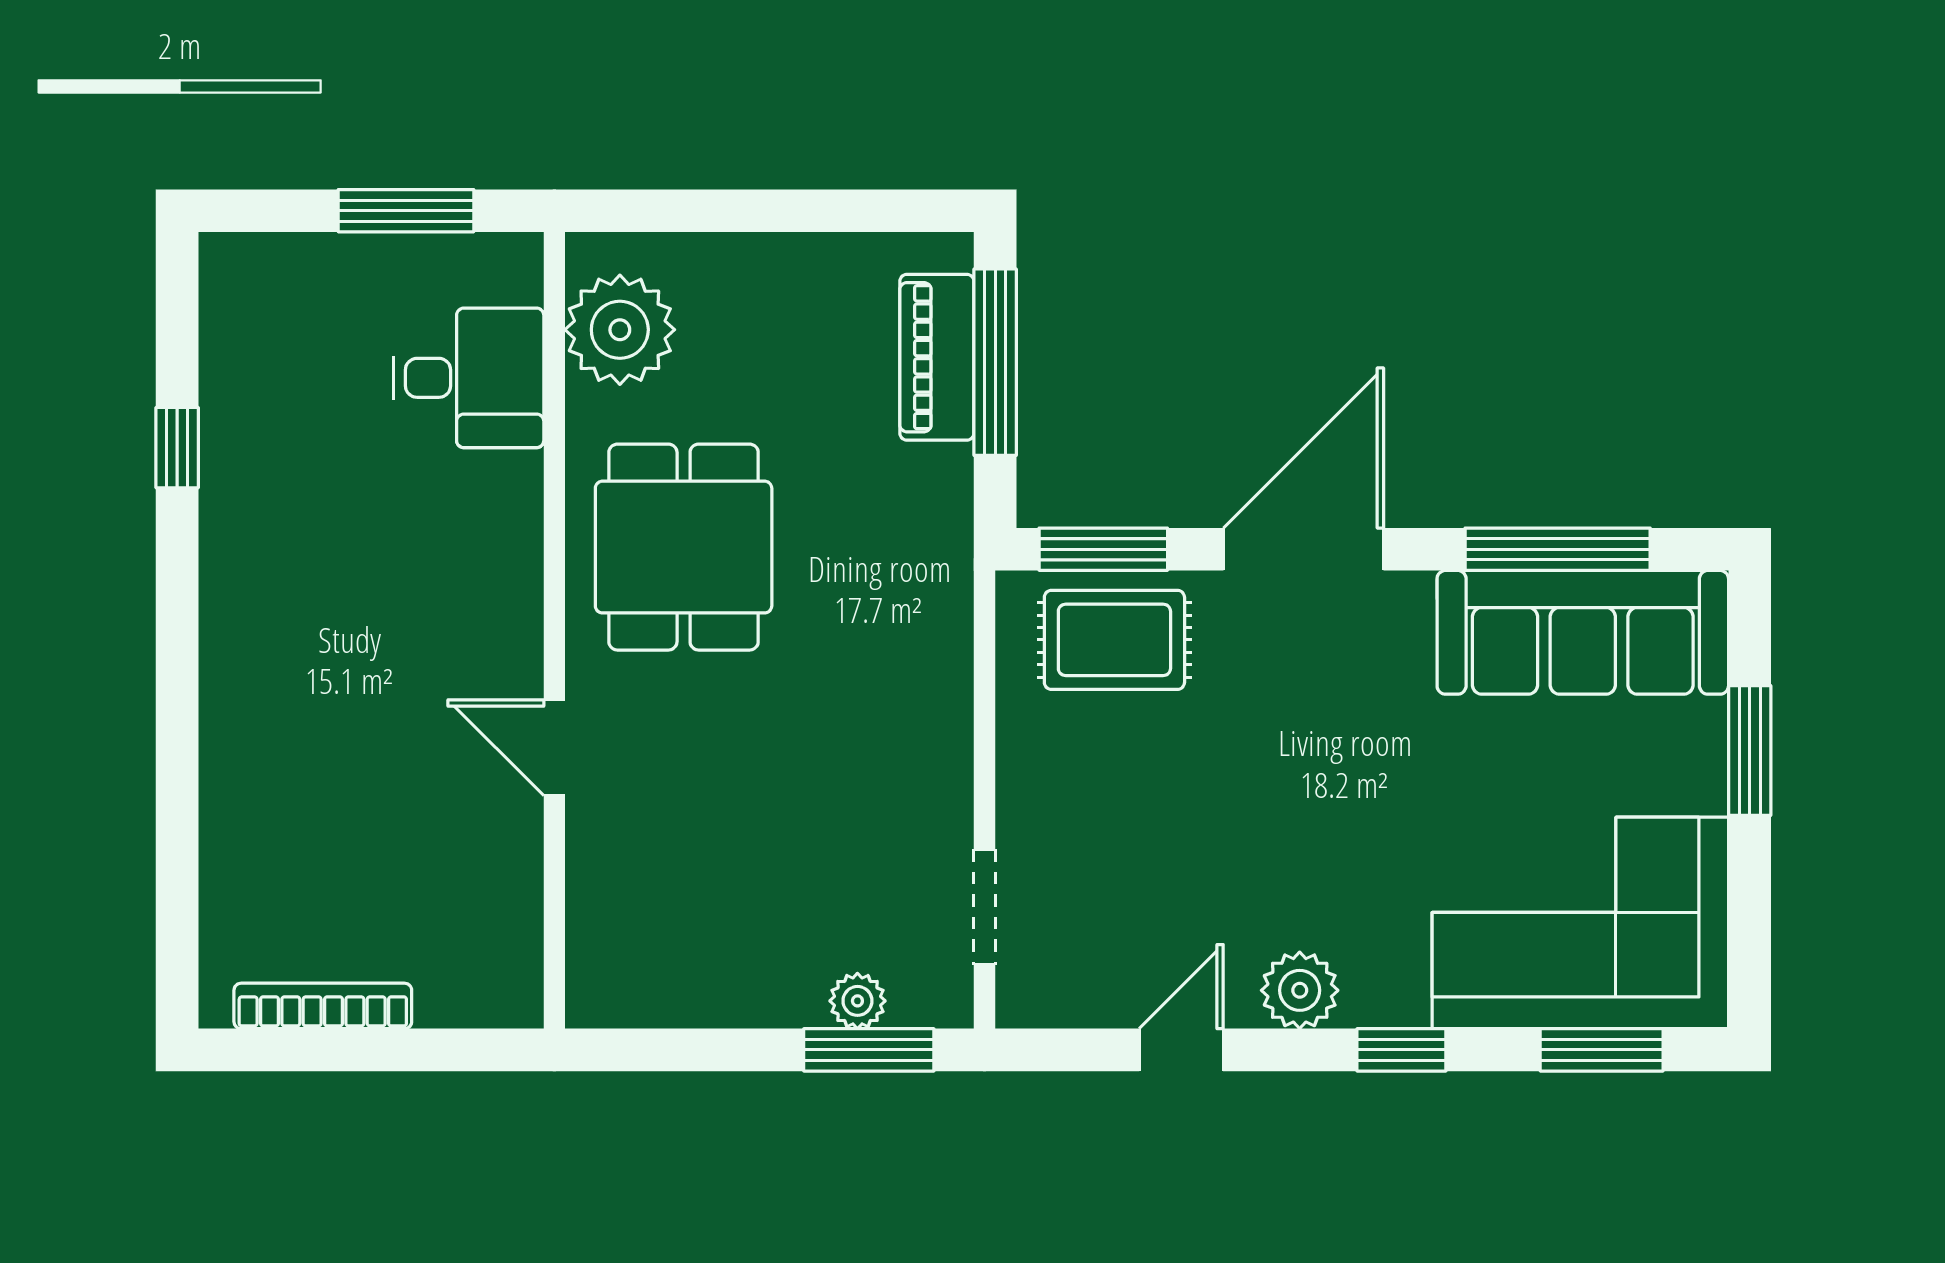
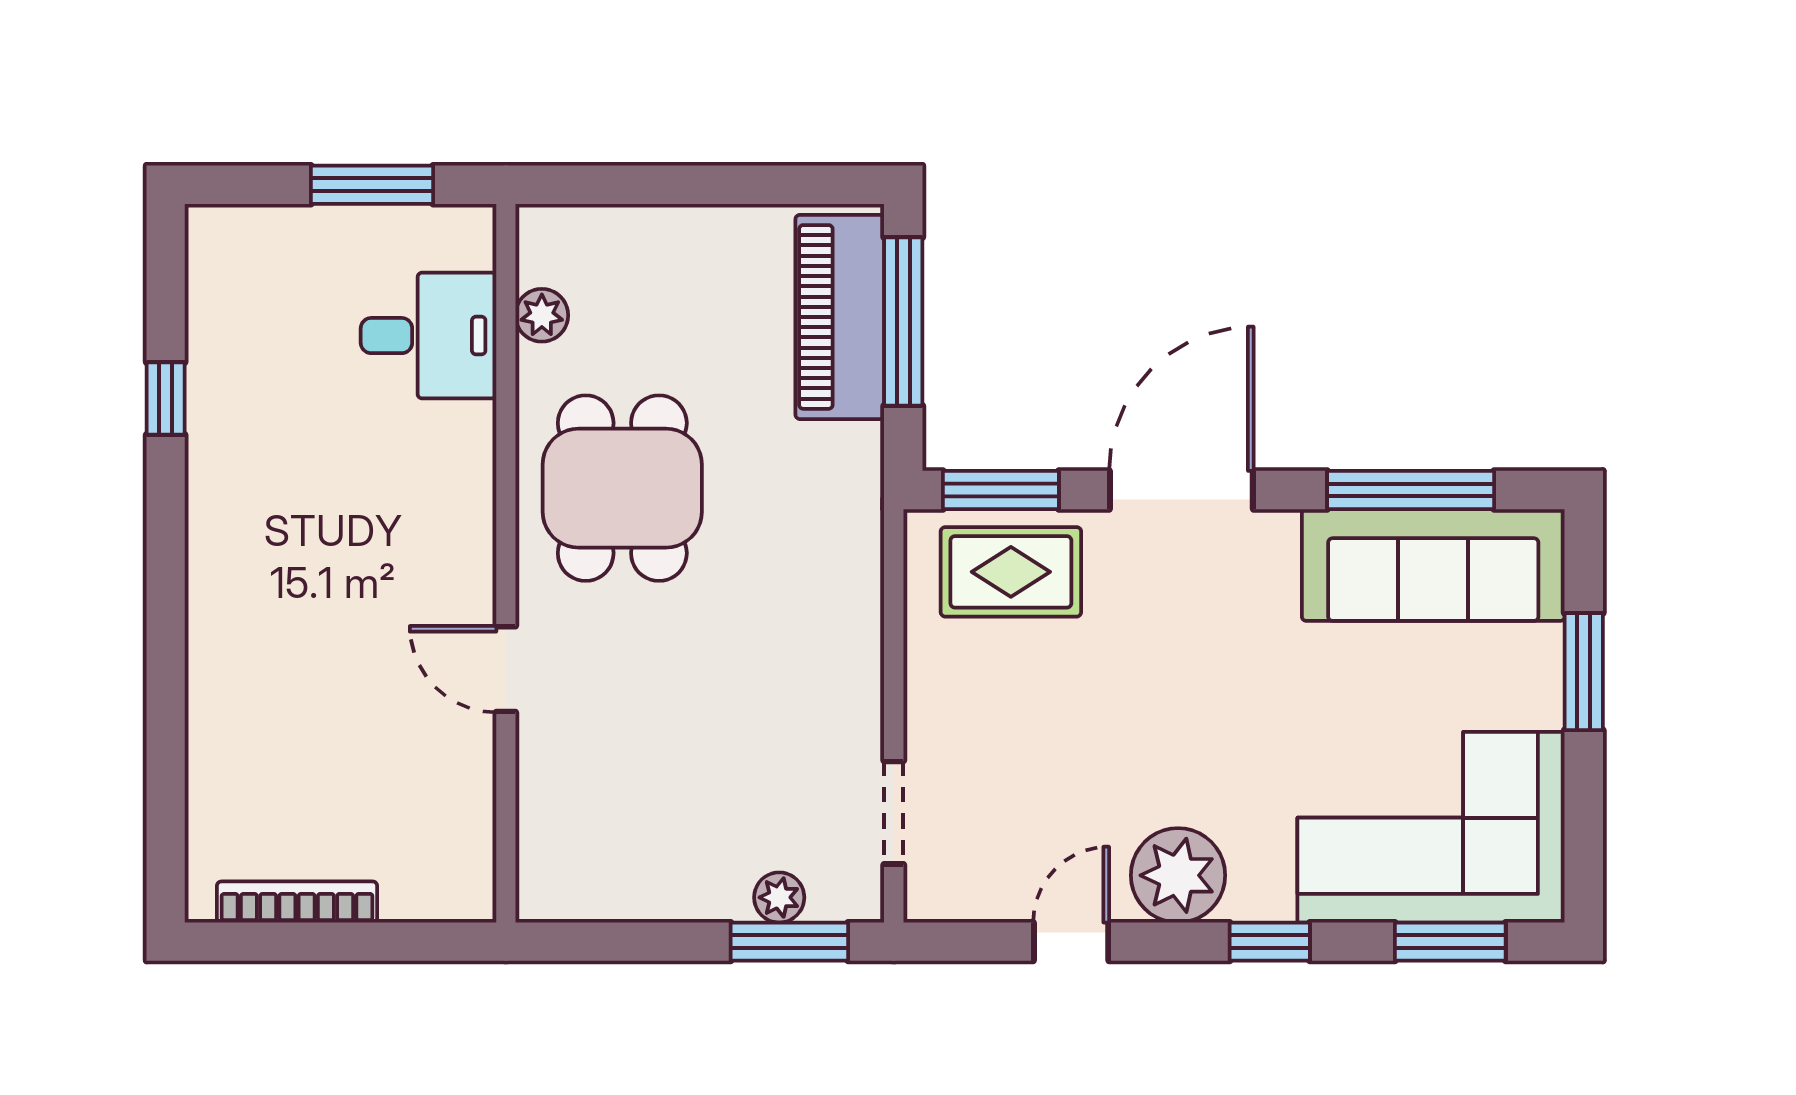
plant: (620, 330) -> (542, 315), width x0.53, depth x0.53
piano: (937, 357) -> (840, 317), width x1.37, depth x1.33
plant: (1300, 990) -> (1178, 875), width x1.36, depth x1.36

